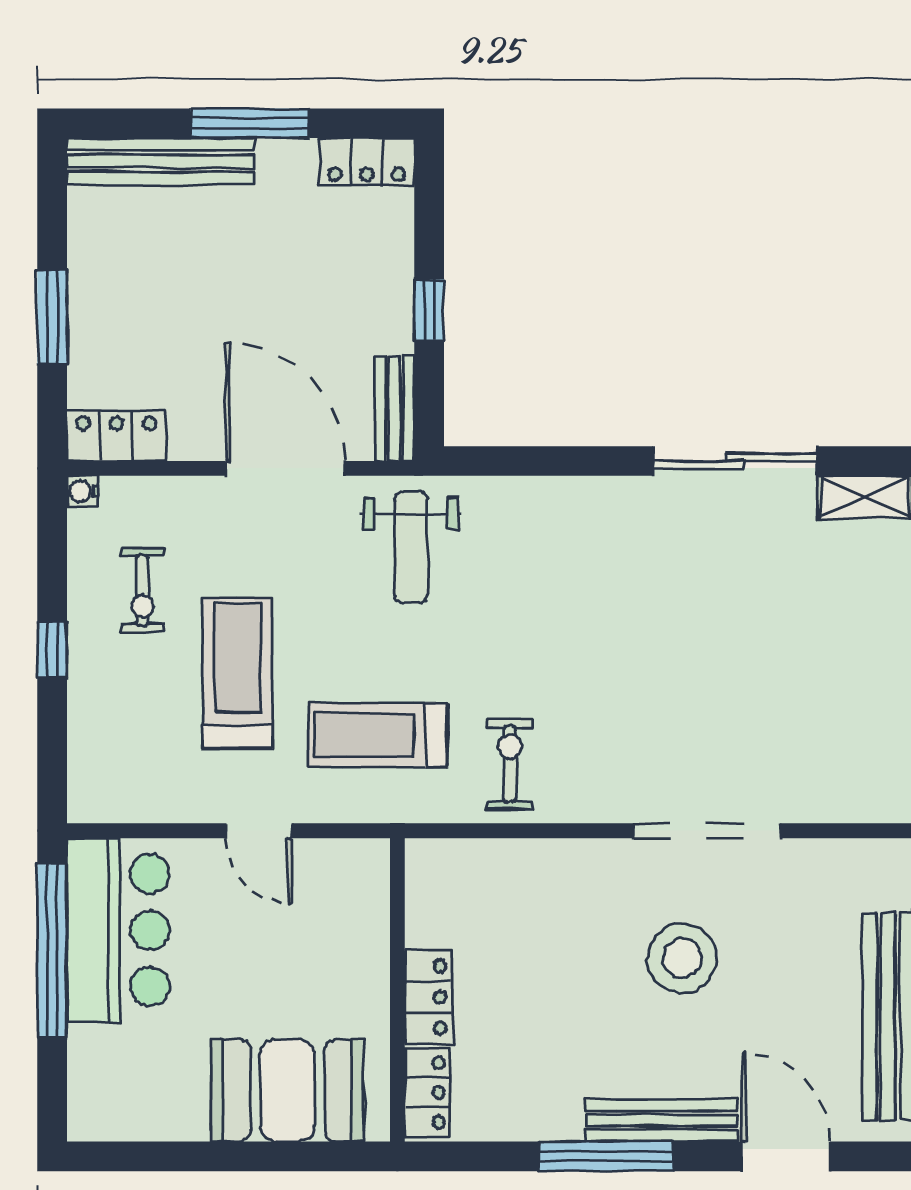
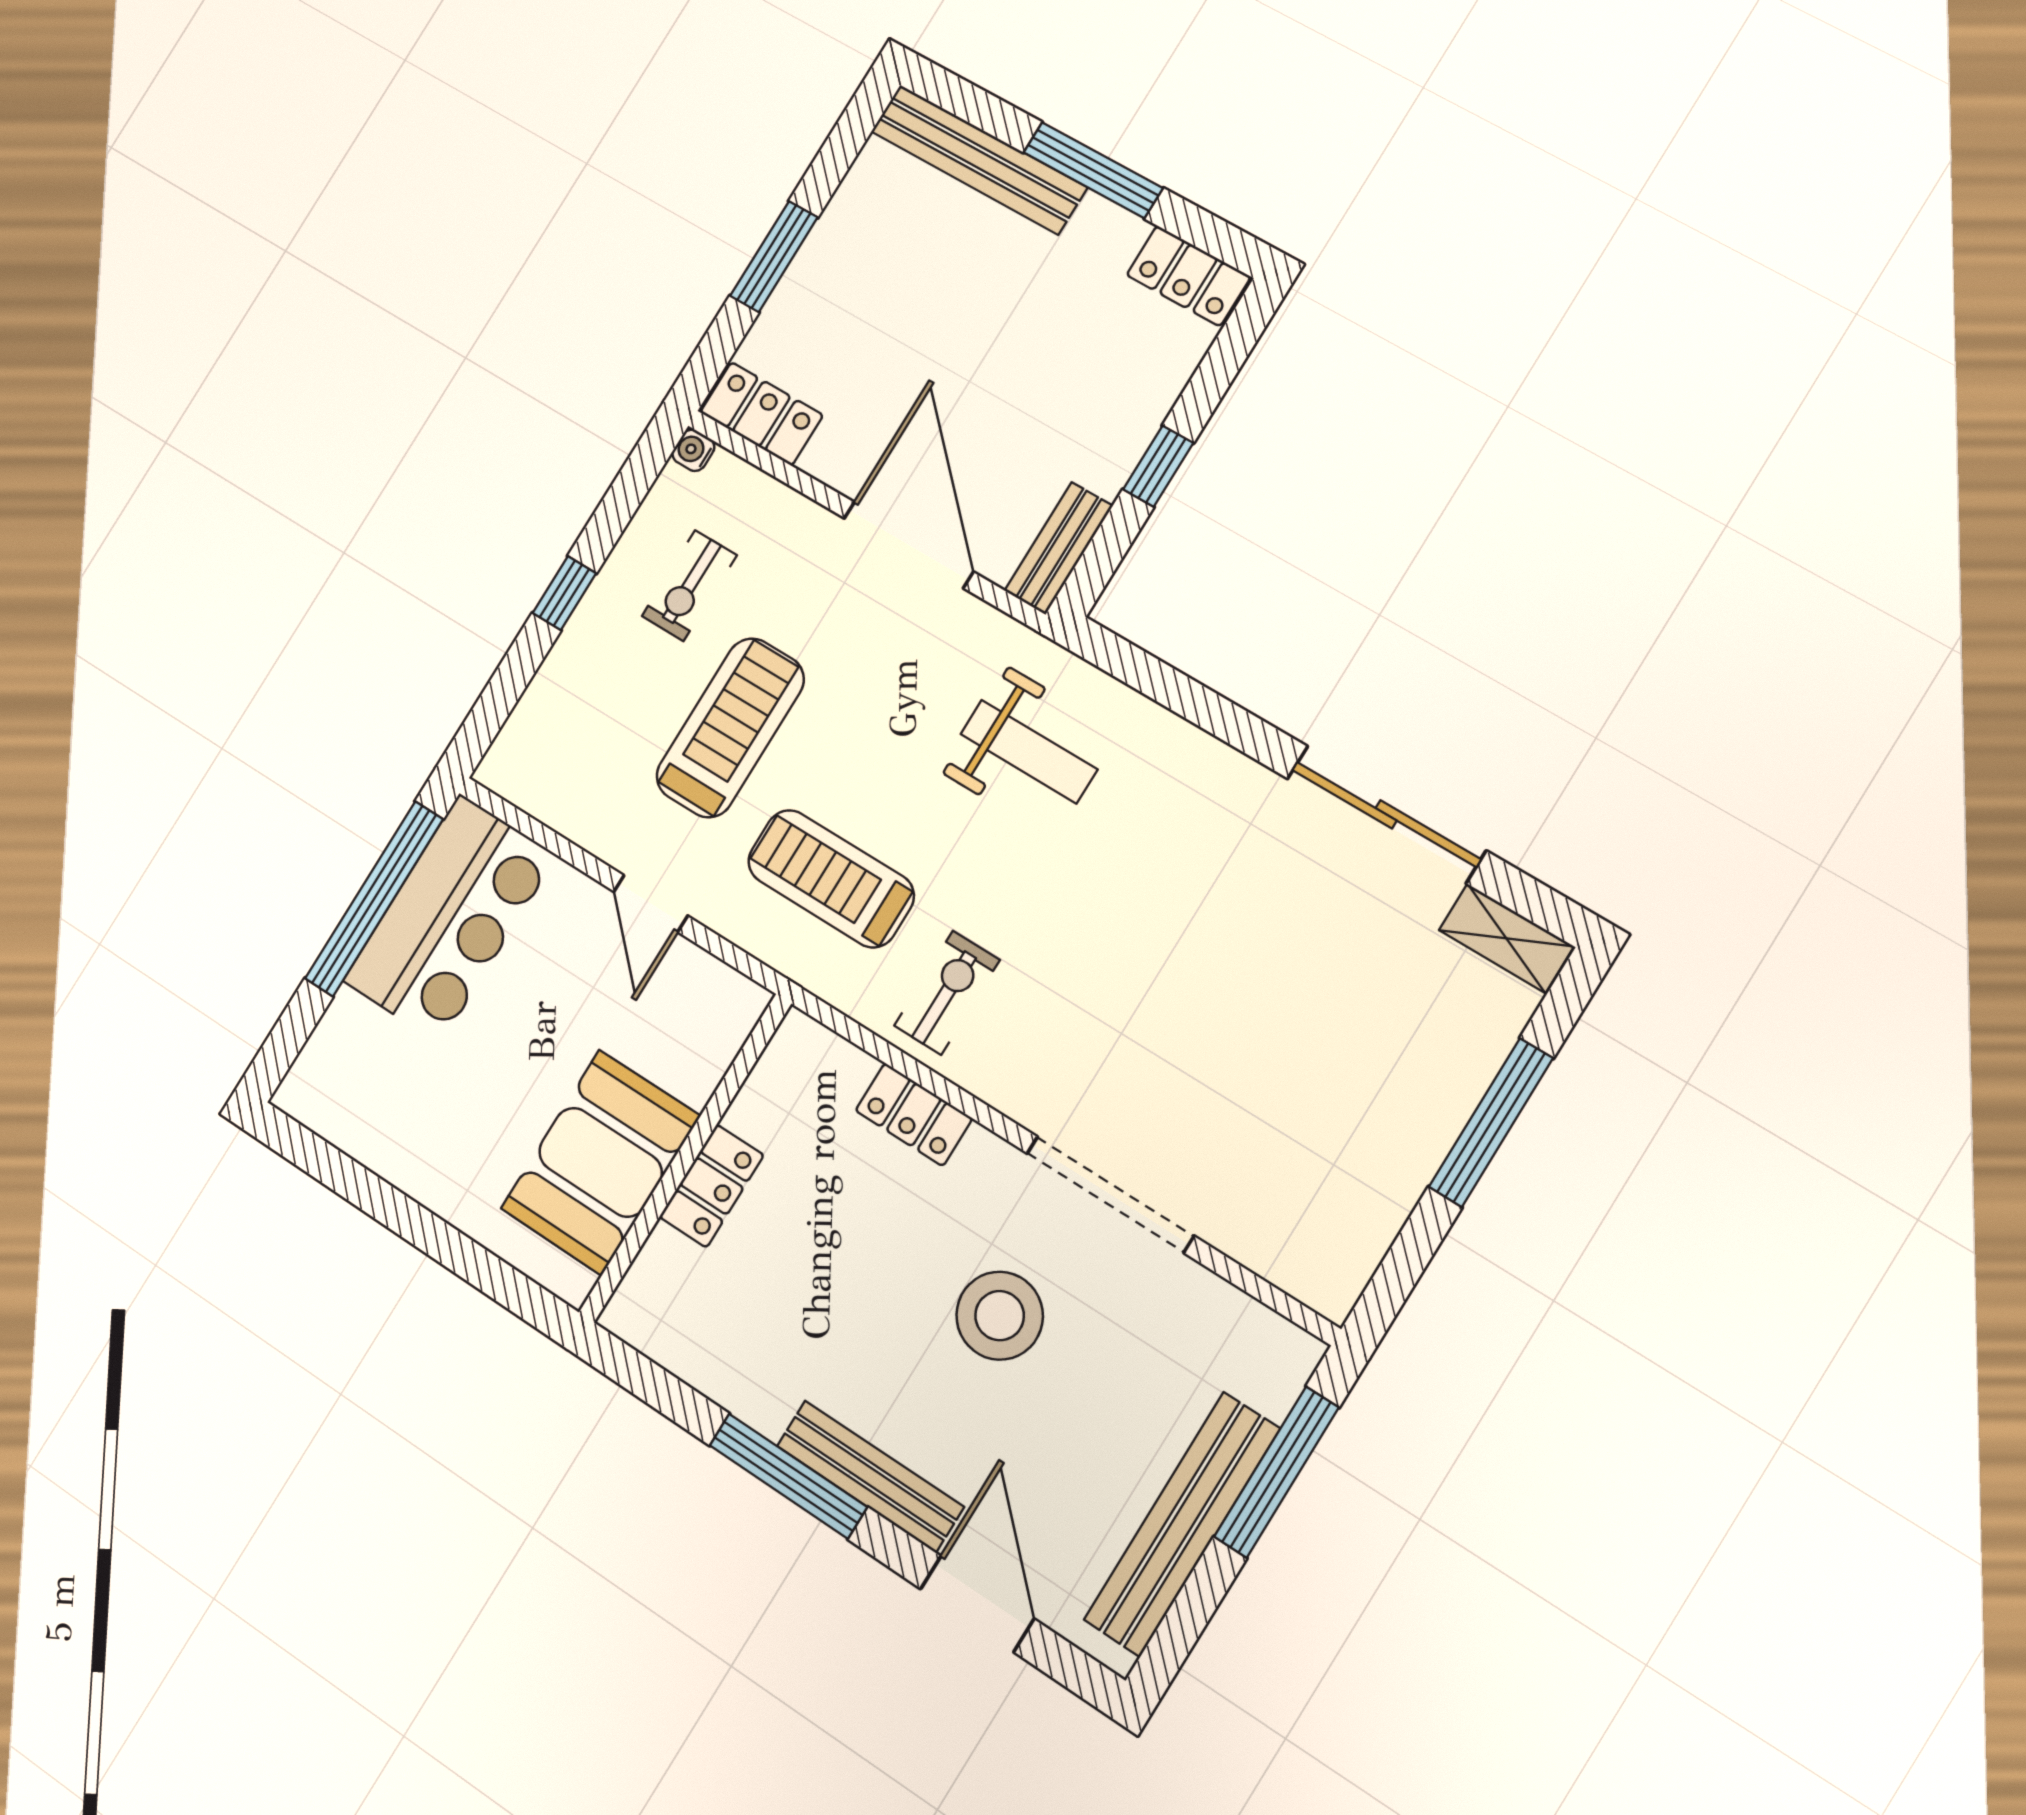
weight bench: (411, 547) -> (1029, 752), moved, turned -90
booth: (287, 1090) -> (600, 1162), moved, turned 90
locker: (427, 1093) -> (914, 1114), moved, turned 90

